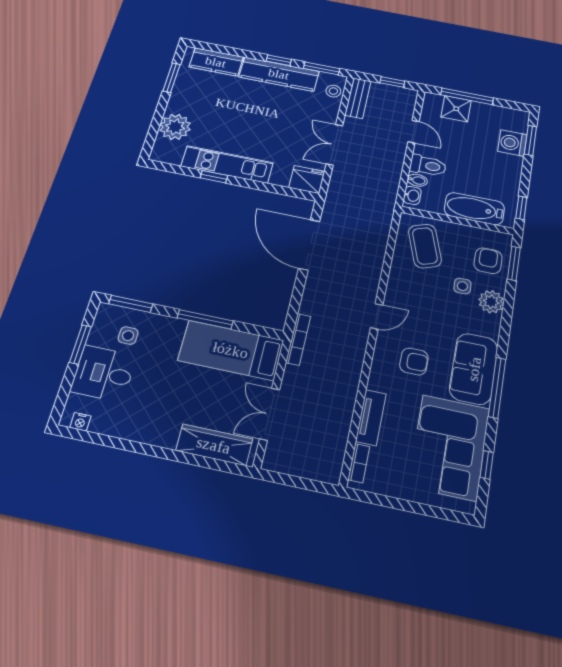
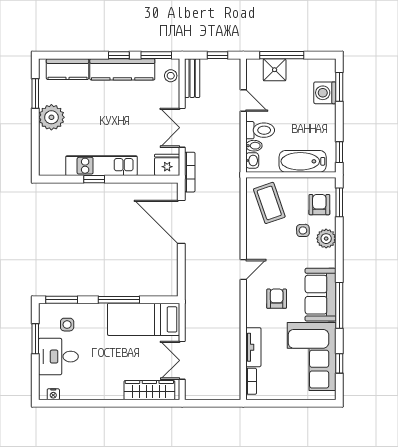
plant: (175, 127) -> (51, 117), moved
bookcase: (298, 339) -> (190, 172), moved
armchair: (414, 361) -> (277, 299), turned -90

